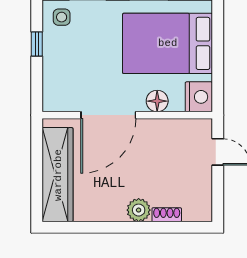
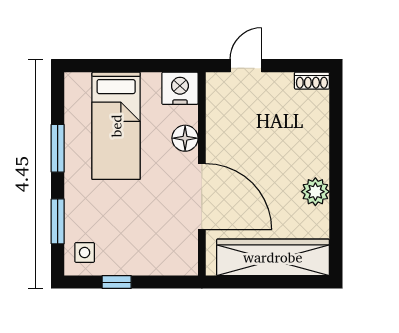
bed: (168, 43) -> (116, 126), width x0.67
plant: (139, 210) -> (315, 192), moved
shoe rack: (167, 215) -> (312, 81), moved, turned -90

